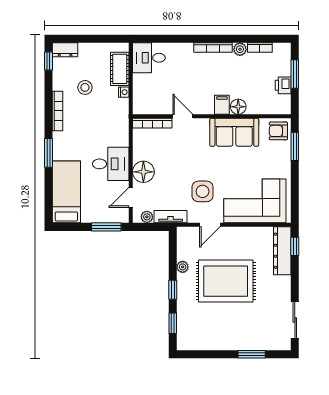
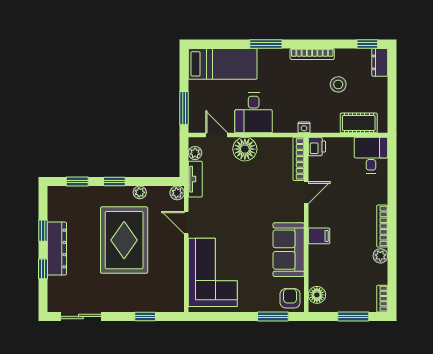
bookcase: (260, 48) -> (382, 299), moved
printer: (283, 85) -> (317, 147), moved, turned 90
nightstand: (124, 92) -> (304, 127), moved
floor lamp: (238, 107) -> (317, 295), moved
side table: (203, 191) -> (223, 214), removed
plant: (183, 233) -> (177, 193), added
window: (295, 246) -> (145, 316), moved
dresser: (282, 251) -> (57, 249), moved, turned 90
window: (217, 354) -> (43, 231), added
window: (252, 354) -> (43, 269), width x0.67

